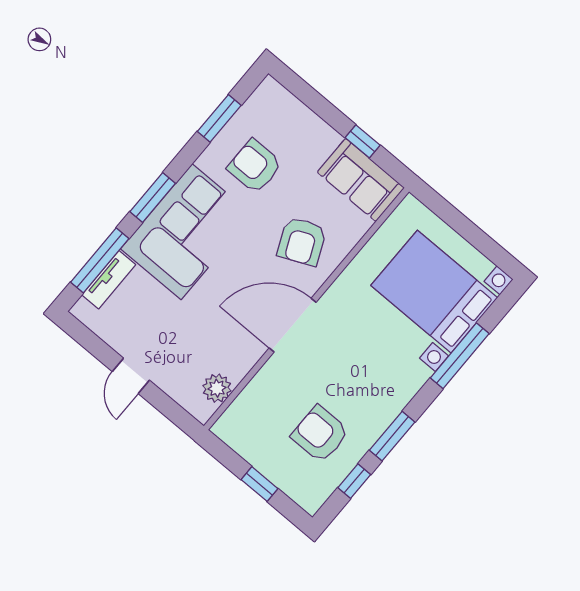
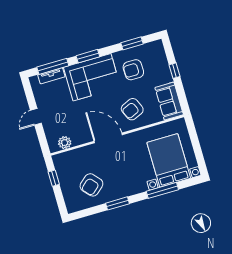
window: (363, 141) -> (174, 71), moved
armchair: (255, 166) -> (133, 70), turned -90
armchair: (320, 434) -> (91, 185), turned -131
window: (354, 481) -> (92, 211), removed
window: (259, 484) -> (54, 178), moved

